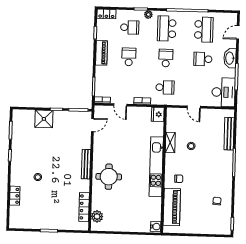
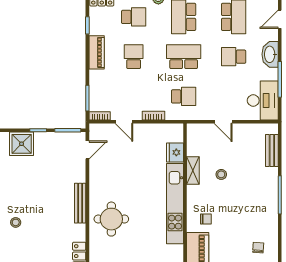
school desk: (166, 58) -> (184, 57), width x1.85
fridge: (158, 114) -> (175, 152), moved
bench: (229, 134) -> (272, 150), width x0.73

